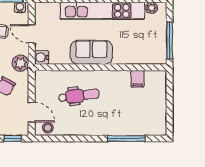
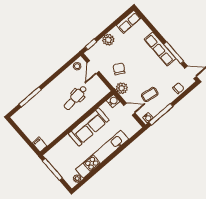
sofa: (91, 52) -> (89, 127), width x1.36
filing cabinet: (138, 79) -> (40, 145), moved
door: (32, 112) -> (93, 67), hinge flipped

